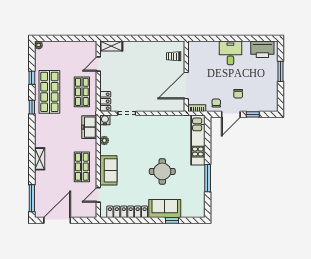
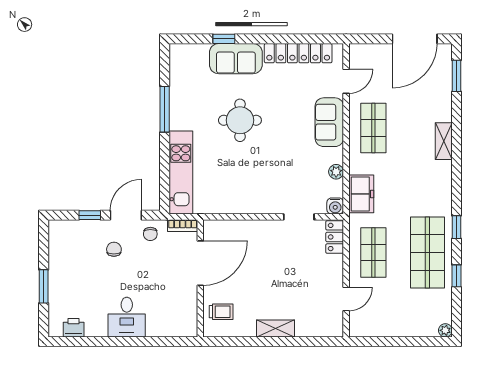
shelving: (111, 46) -> (276, 329), moved
printer: (262, 49) -> (74, 328), width x0.53, depth x0.68
window: (32, 198) -> (456, 76), width x0.69

